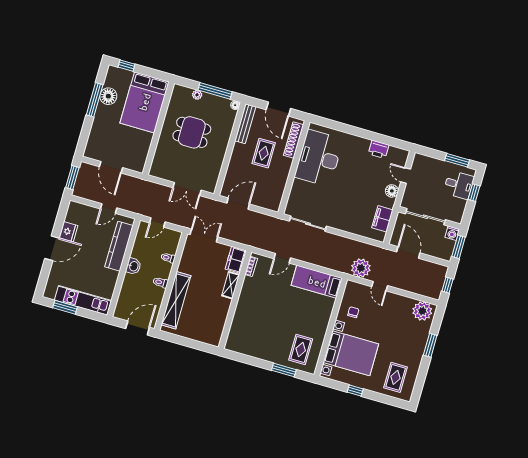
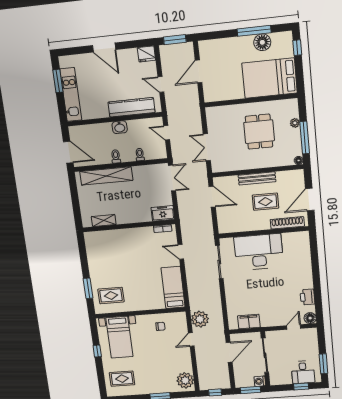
bench: (245, 124) -> (257, 178), moved
desk: (319, 158) -> (259, 252), moved
floor lamp: (392, 191) -> (310, 318), moved
fridge: (68, 232) -> (146, 54), moved
shelving: (231, 285) -> (104, 221), moved
bed with nightstands: (351, 353) -> (119, 337), width x0.73

